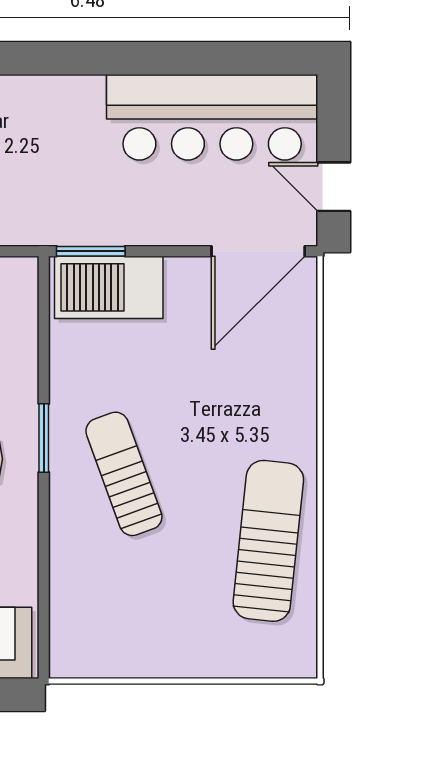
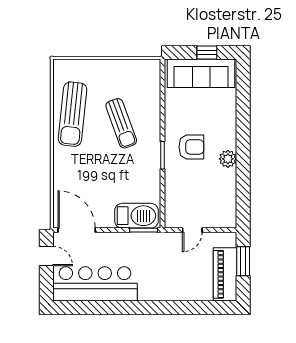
door: (258, 251) -> (77, 230), hinge flipped
sun lounger: (124, 474) -> (121, 123), moved

